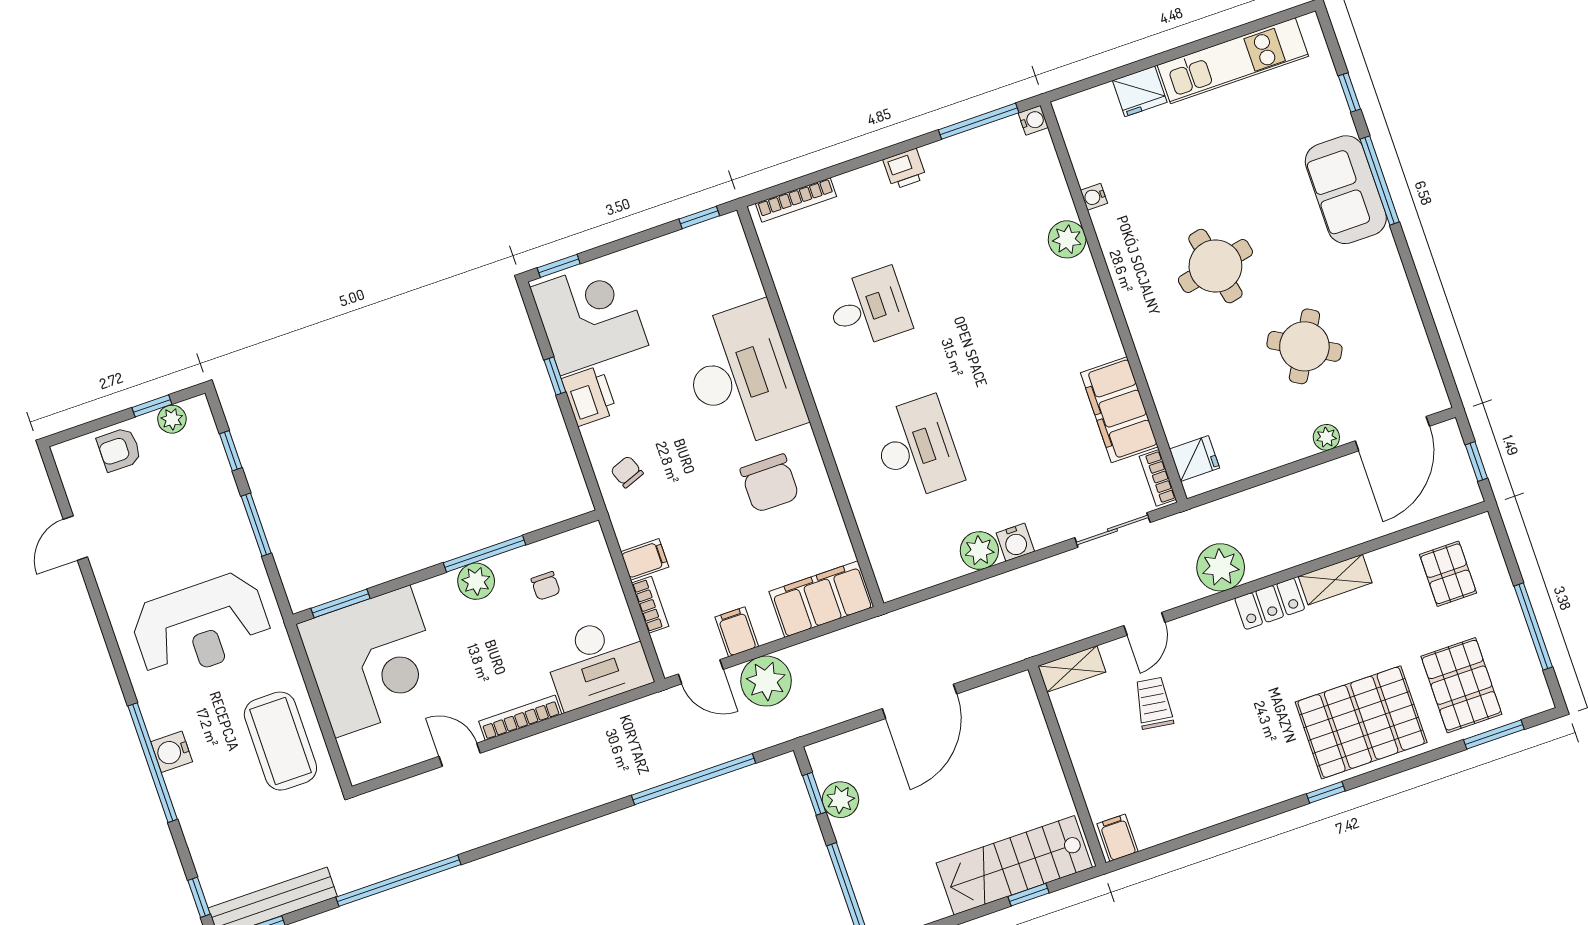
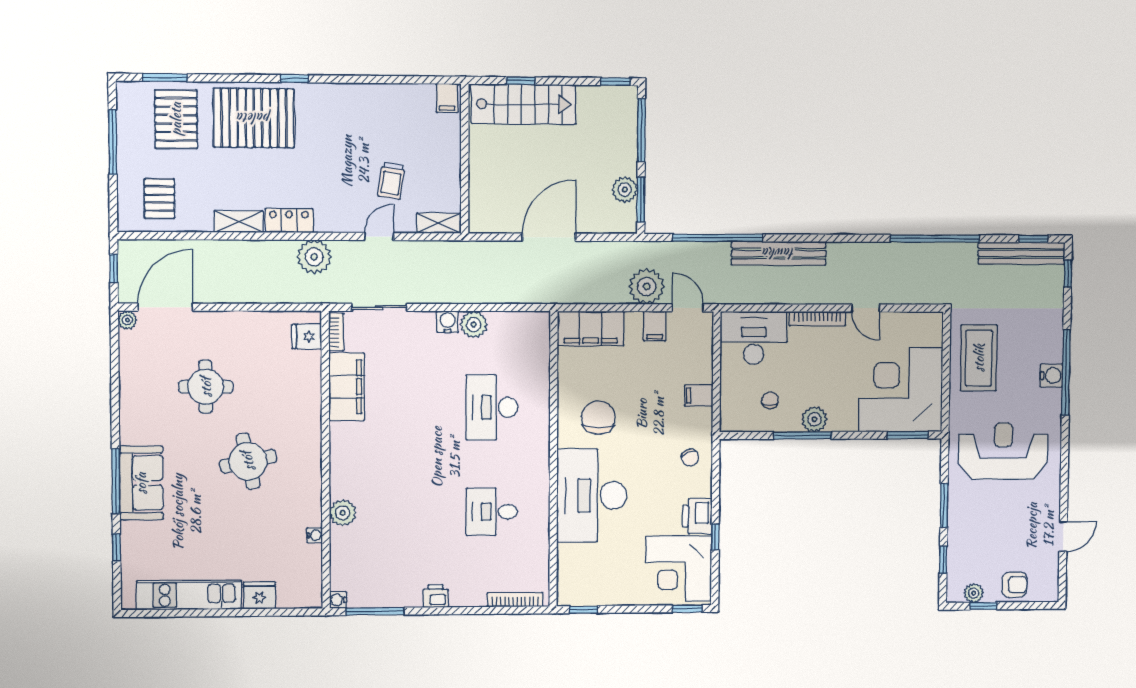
round table: (1304, 346) -> (206, 387), turned -30
plant: (1326, 437) -> (127, 320), moved
bookcase: (650, 605) -> (706, 364), removed
bench: (604, 787) -> (779, 253), added
window: (814, 794) -> (641, 200), width x1.50

